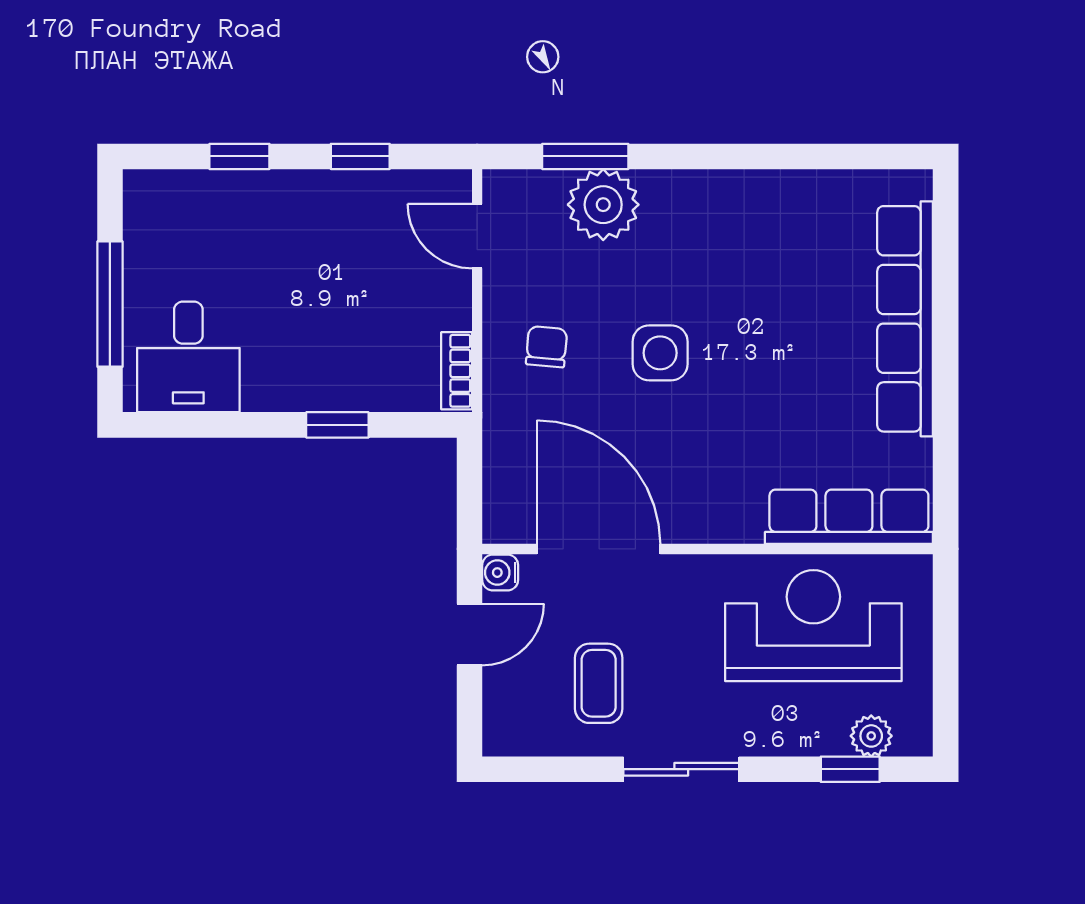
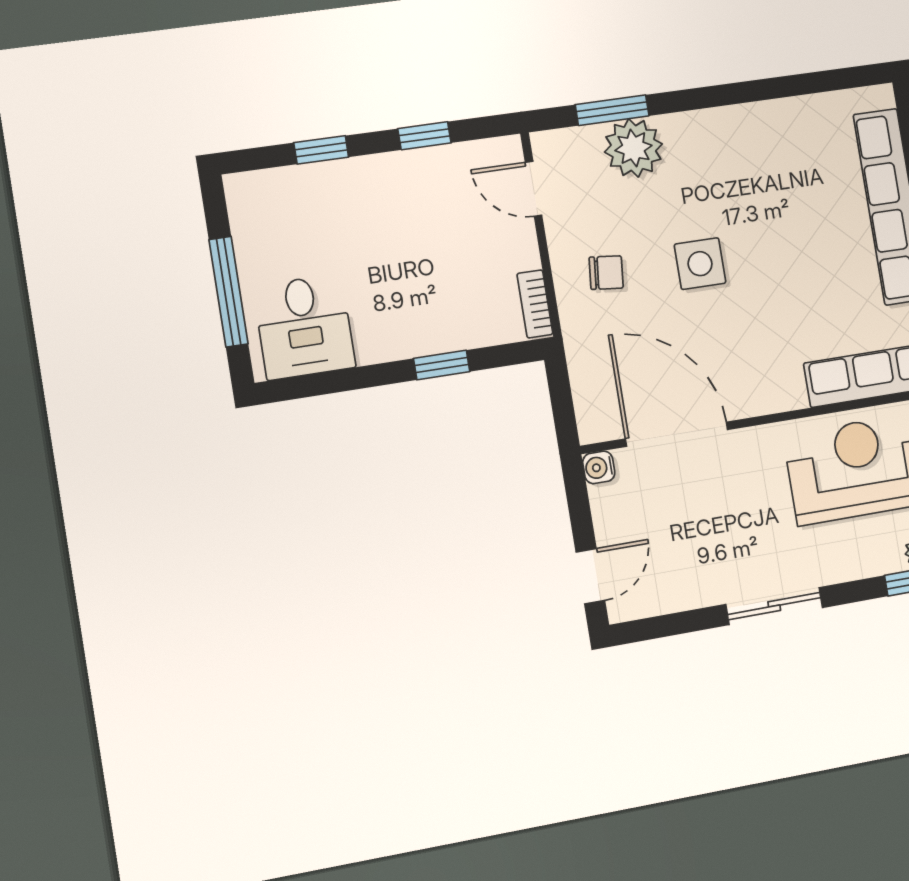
chair: (546, 347) -> (606, 273), turned 91
door: (470, 634) -> (590, 576), moved
coffee table: (599, 683) -> (695, 546), removed

